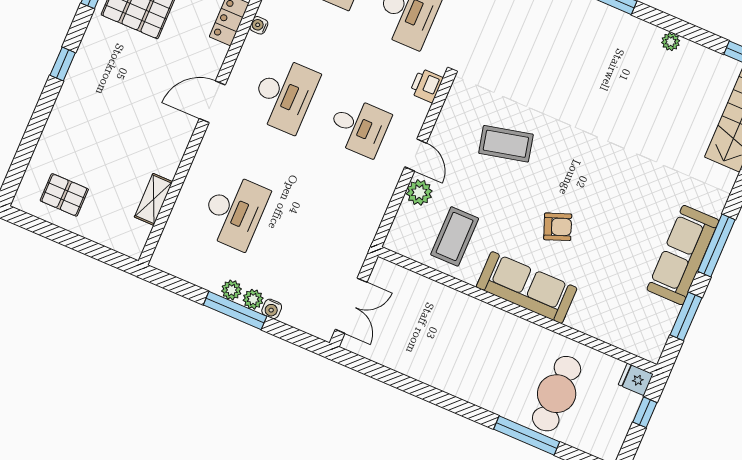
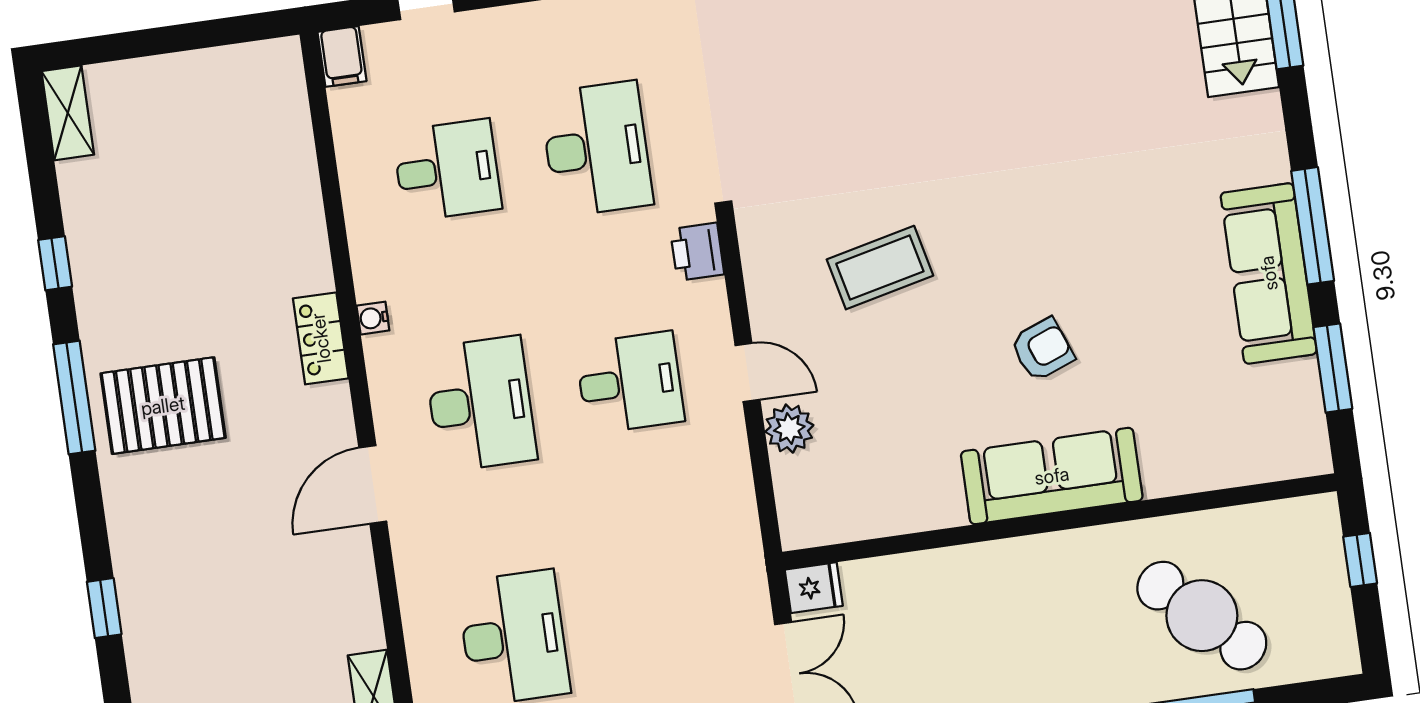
window: (63, 64) -> (104, 608), moved
coffee table: (455, 236) -> (888, 464), removed
fridge: (636, 379) -> (814, 588), moved, turned 180
cafe table: (557, 394) -> (1202, 616), turned -46

